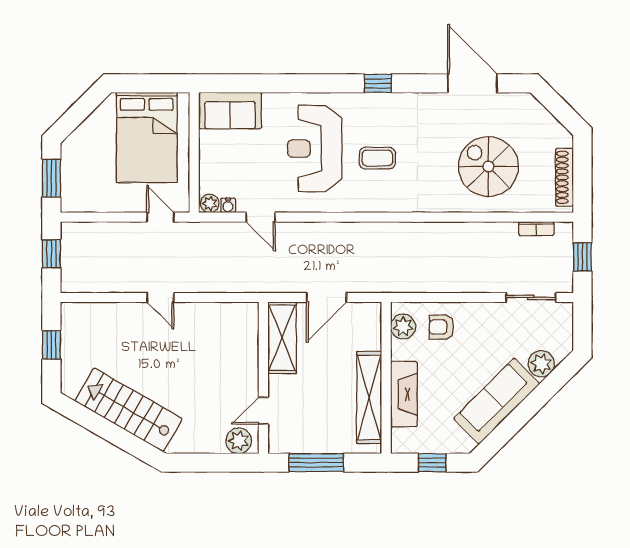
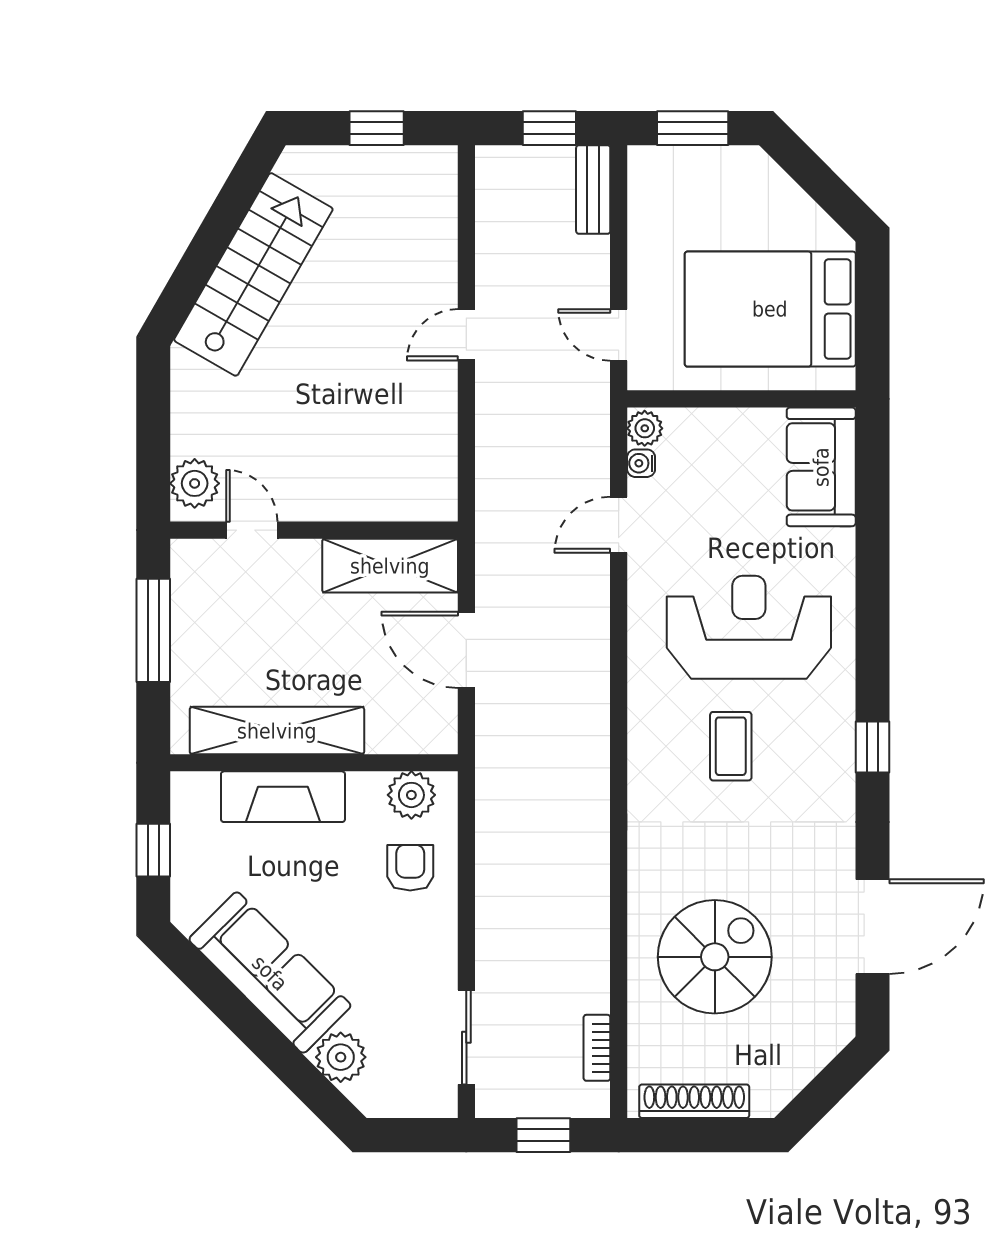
door: (160, 217) -> (619, 335), swing flipped
bench: (84, 231) -> (593, 189), added

